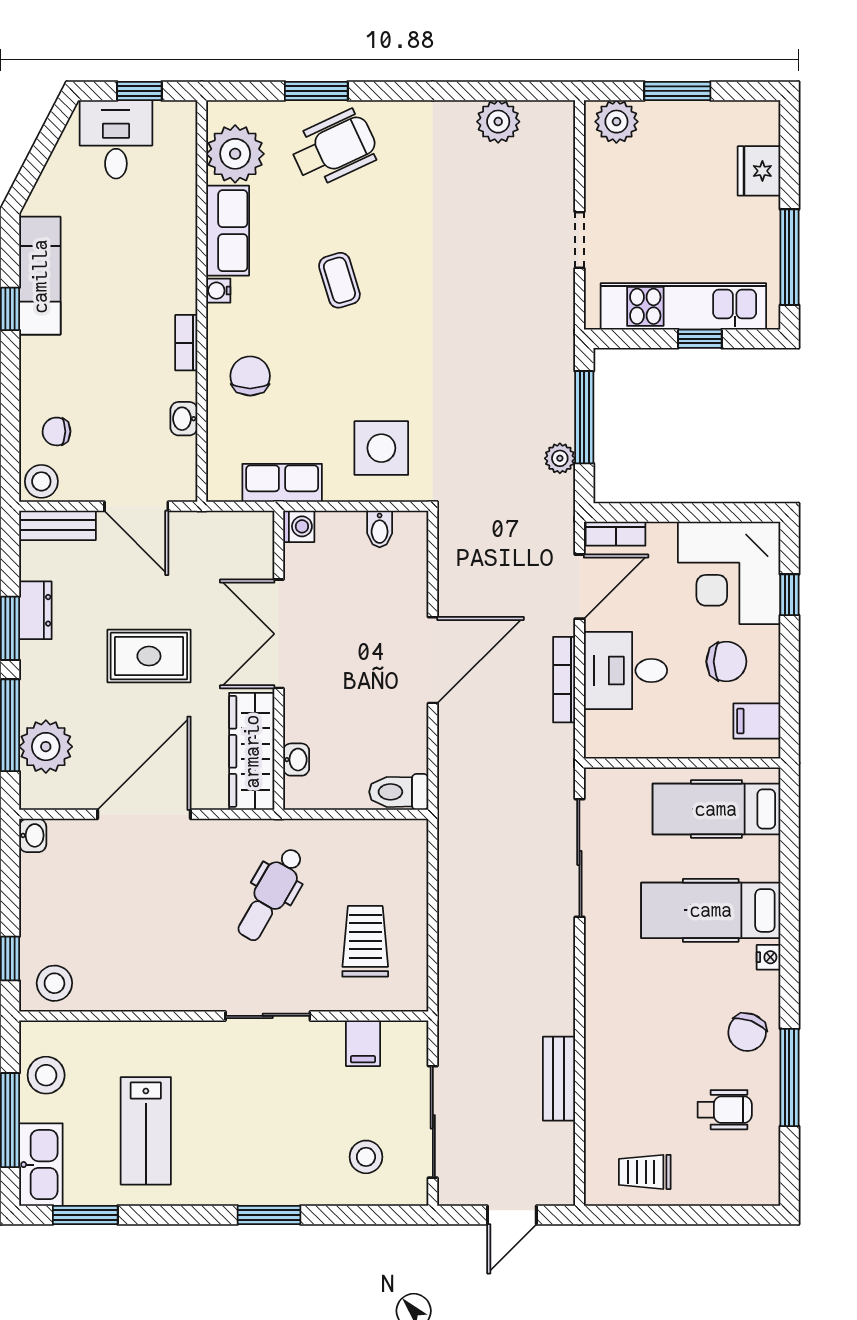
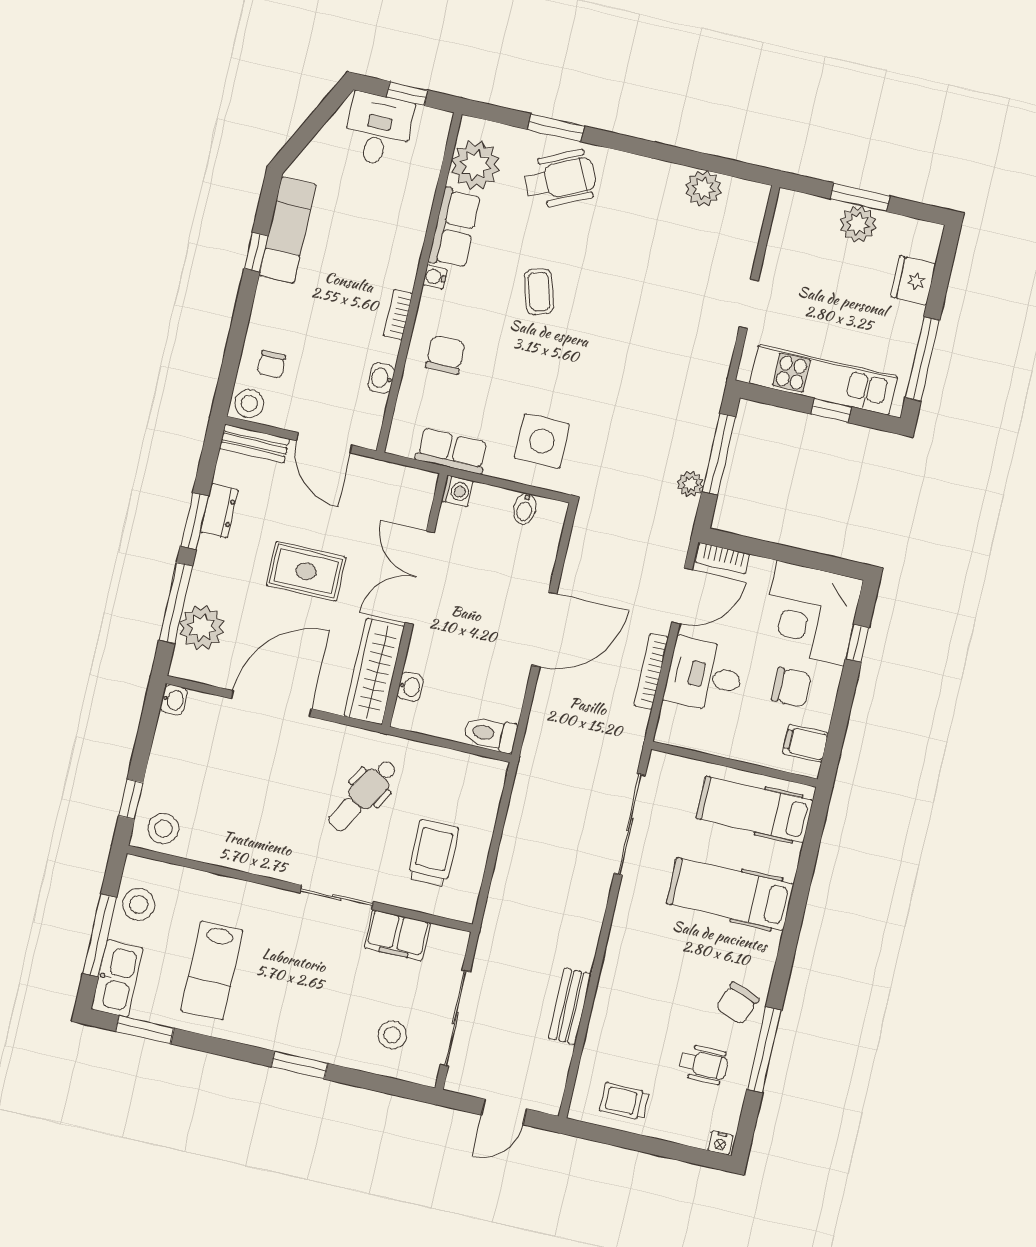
plant: (616, 122) -> (858, 224), moved
chair: (56, 431) -> (272, 364), turned -91
nightstand: (769, 957) -> (720, 1143), moved, turned 90
filing cabinet: (363, 1043) -> (397, 935), width x2.00

